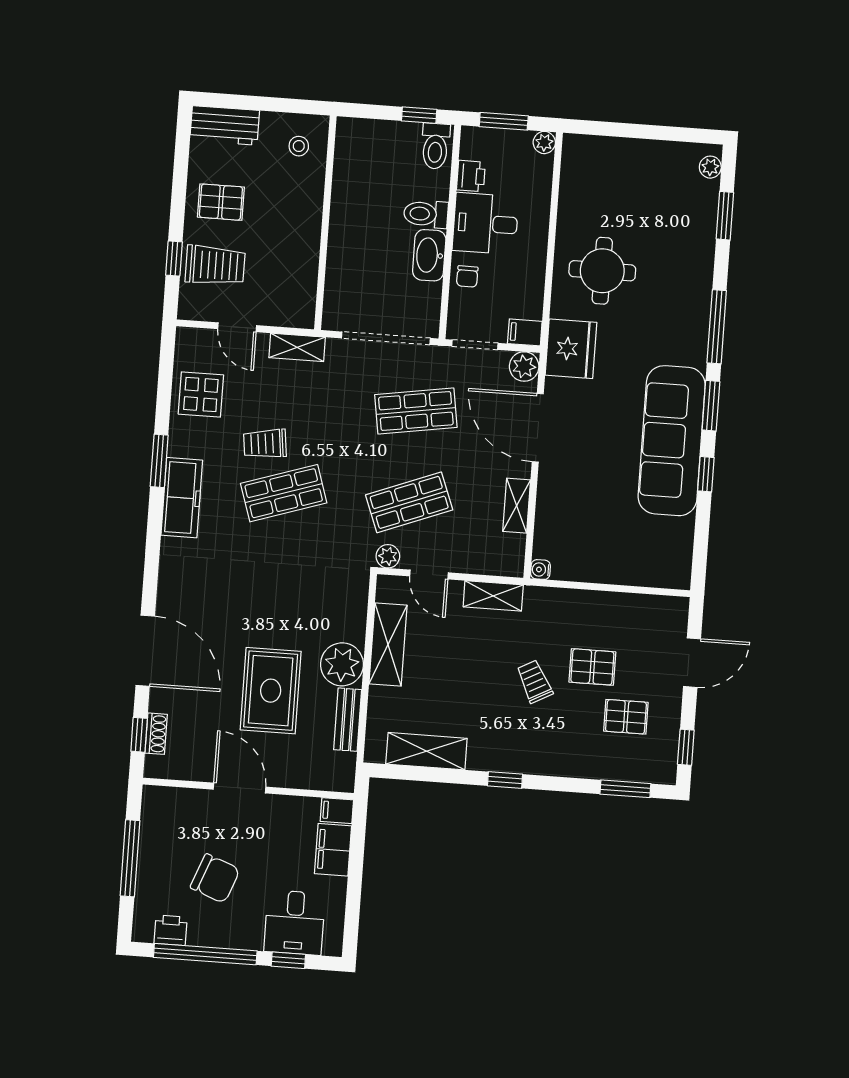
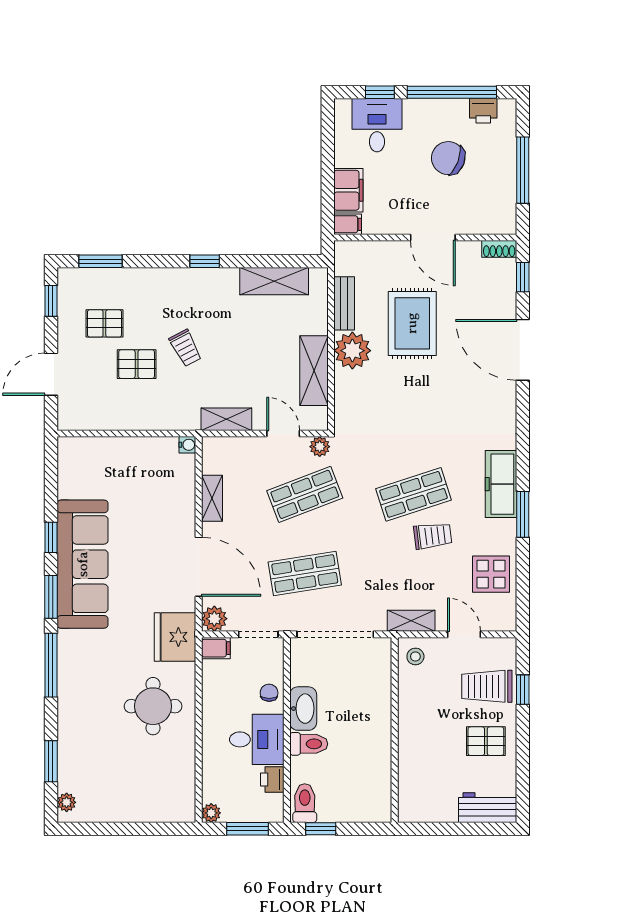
stool: (299, 146) -> (415, 656), moved
shoe rack: (156, 734) -> (499, 249), moved, turned -90

